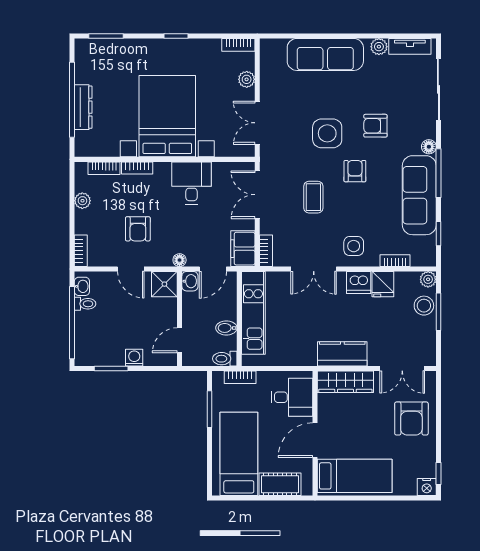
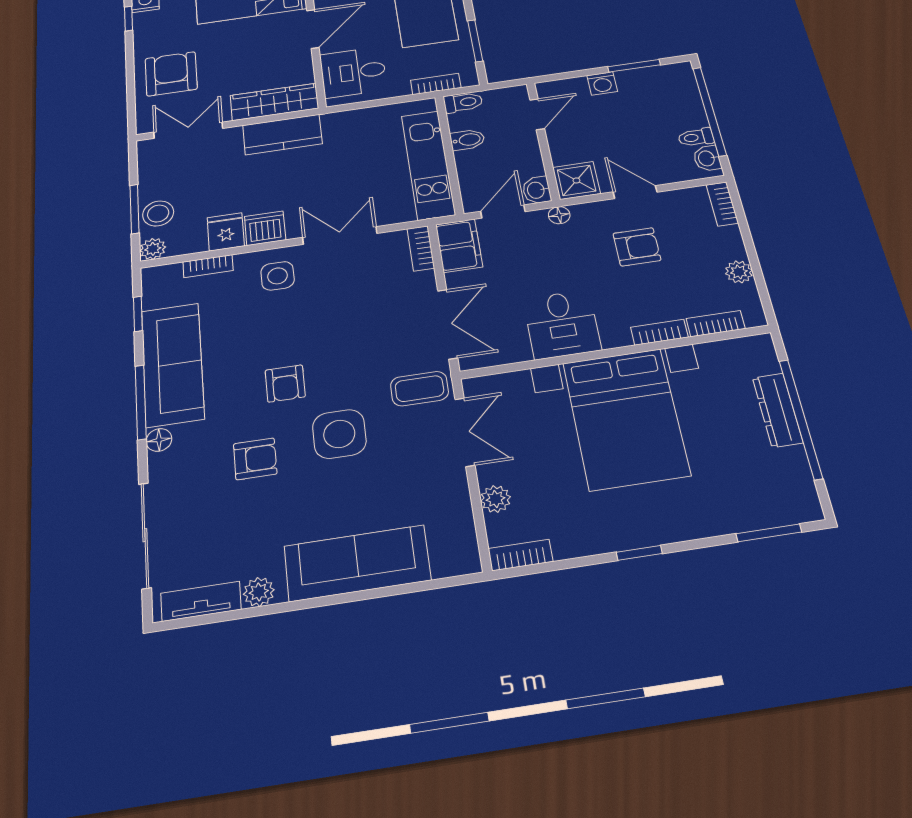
coffee table: (313, 197) -> (419, 389), moved, turned 90
armchair: (138, 229) -> (637, 247), turned 90

